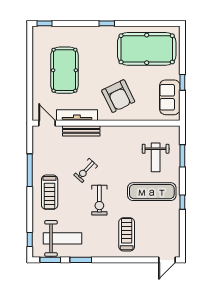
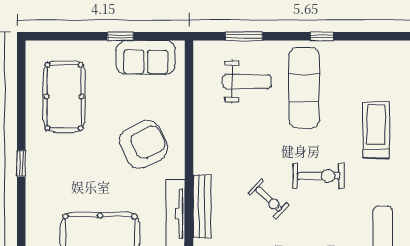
pool table: (147, 49) -> (64, 96), width x0.73, depth x0.76
treadmill: (127, 234) -> (376, 130), turned 90

